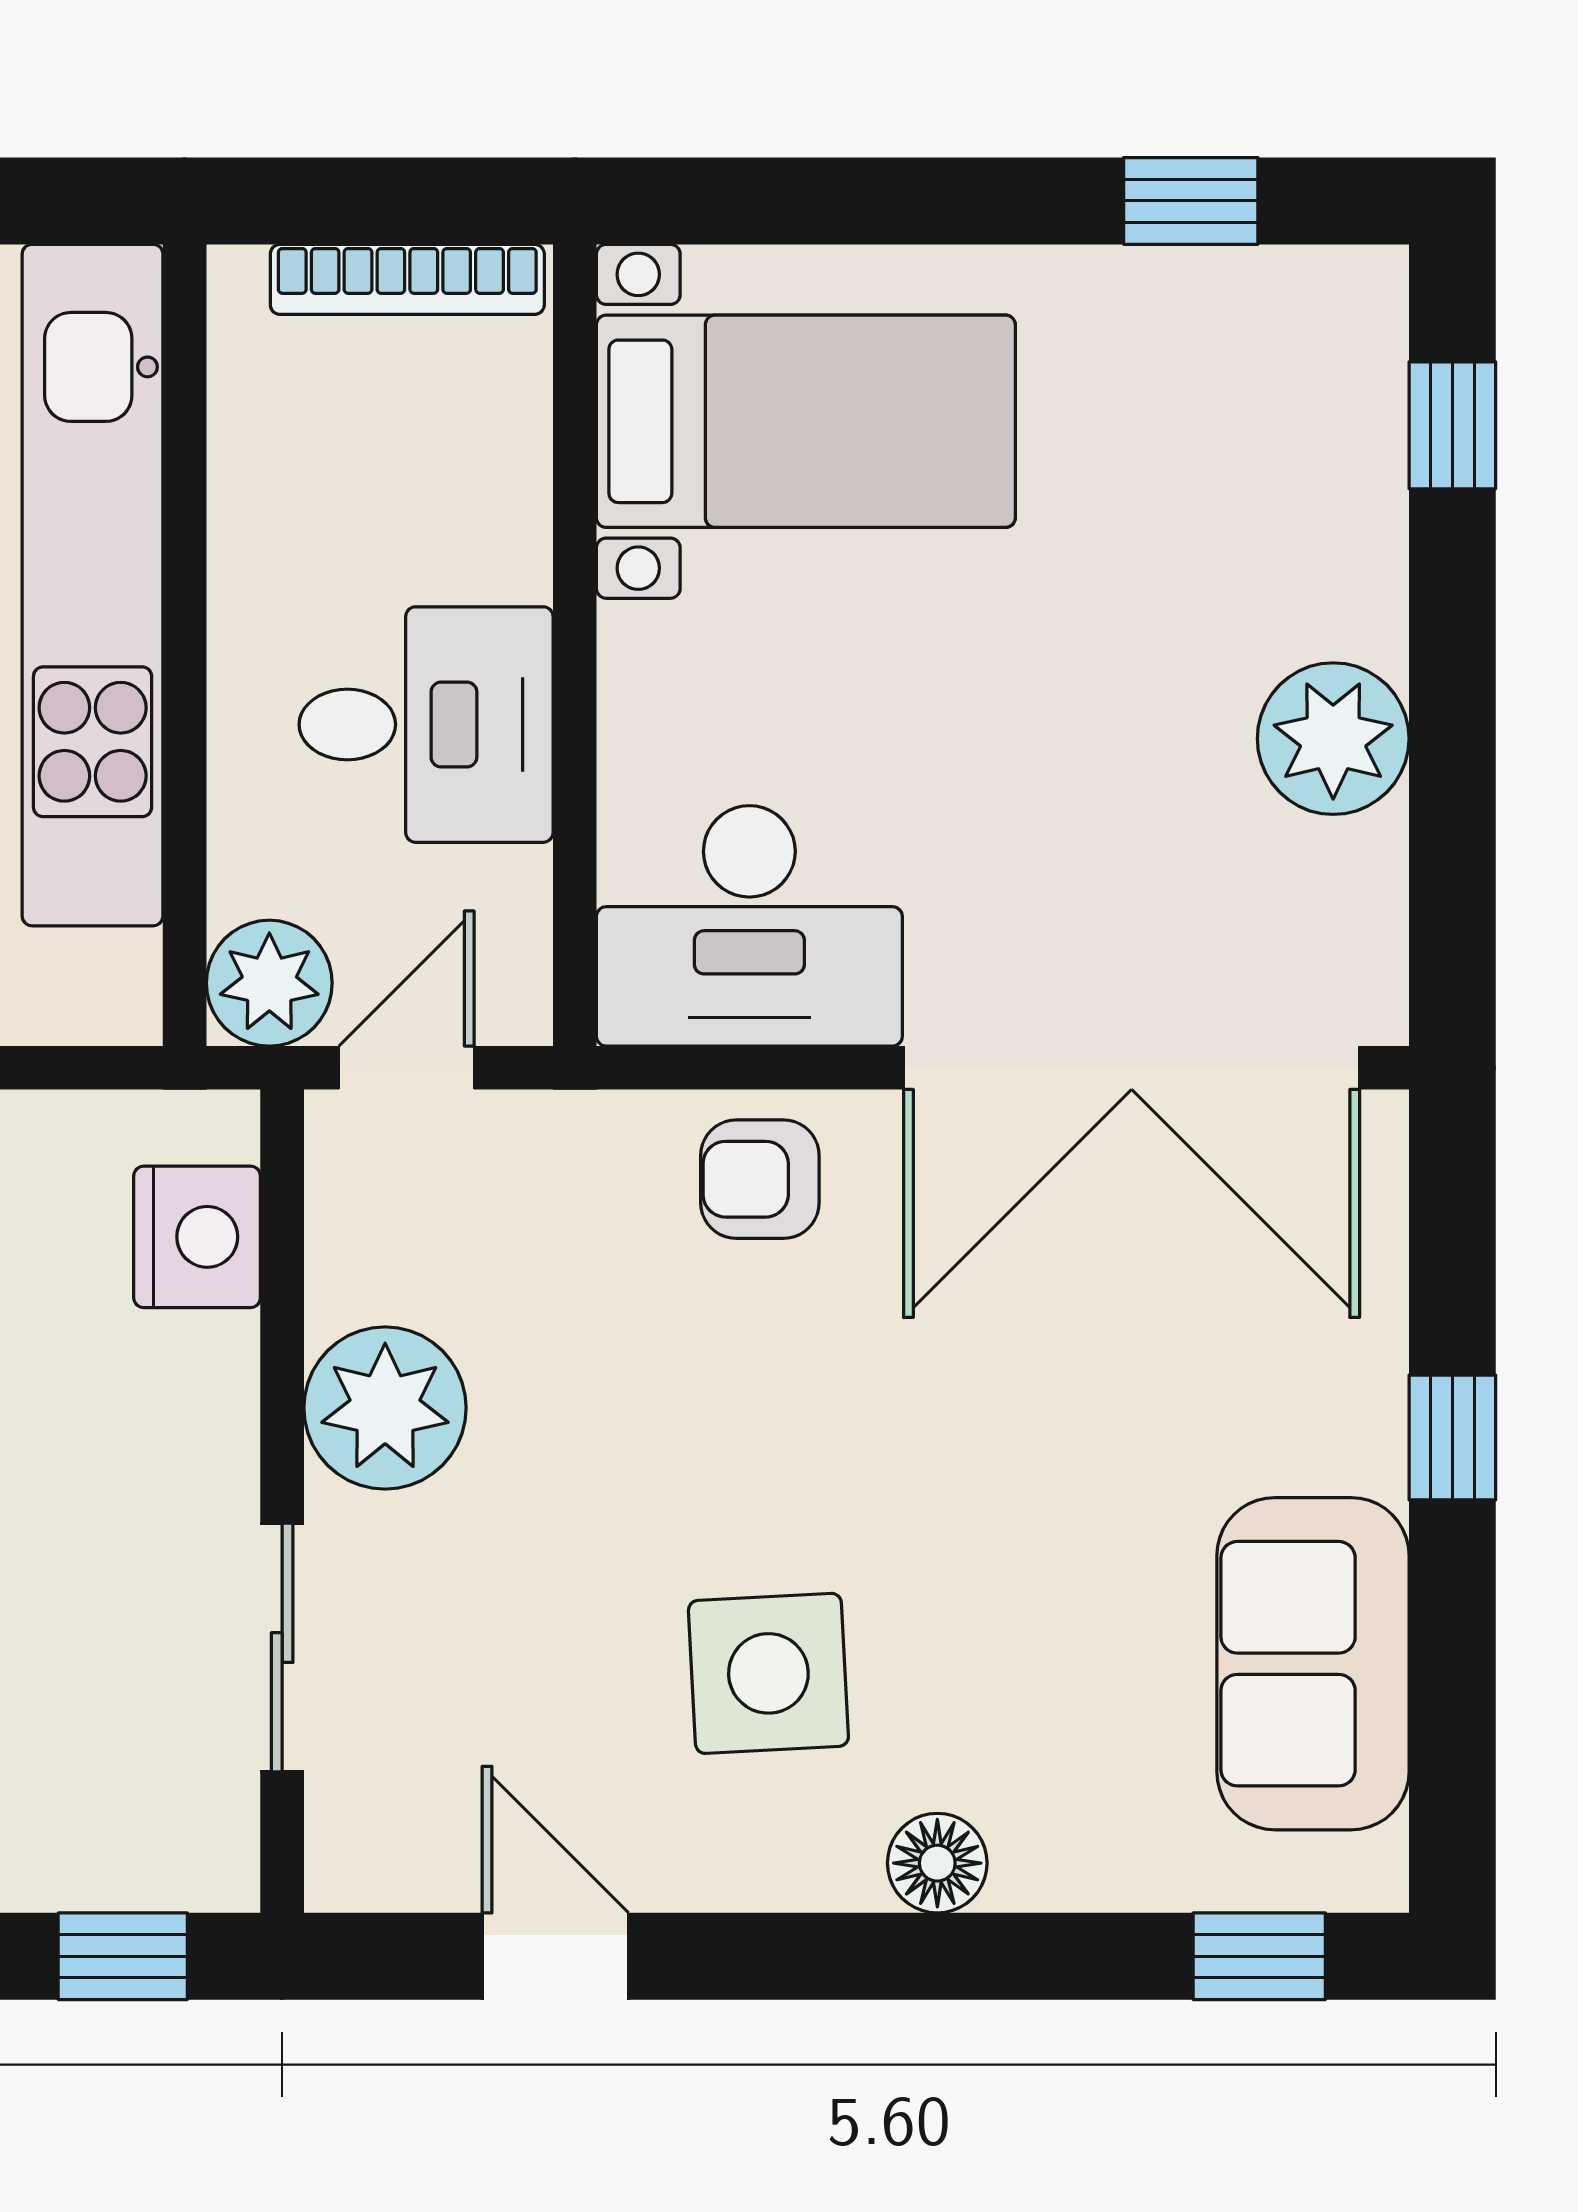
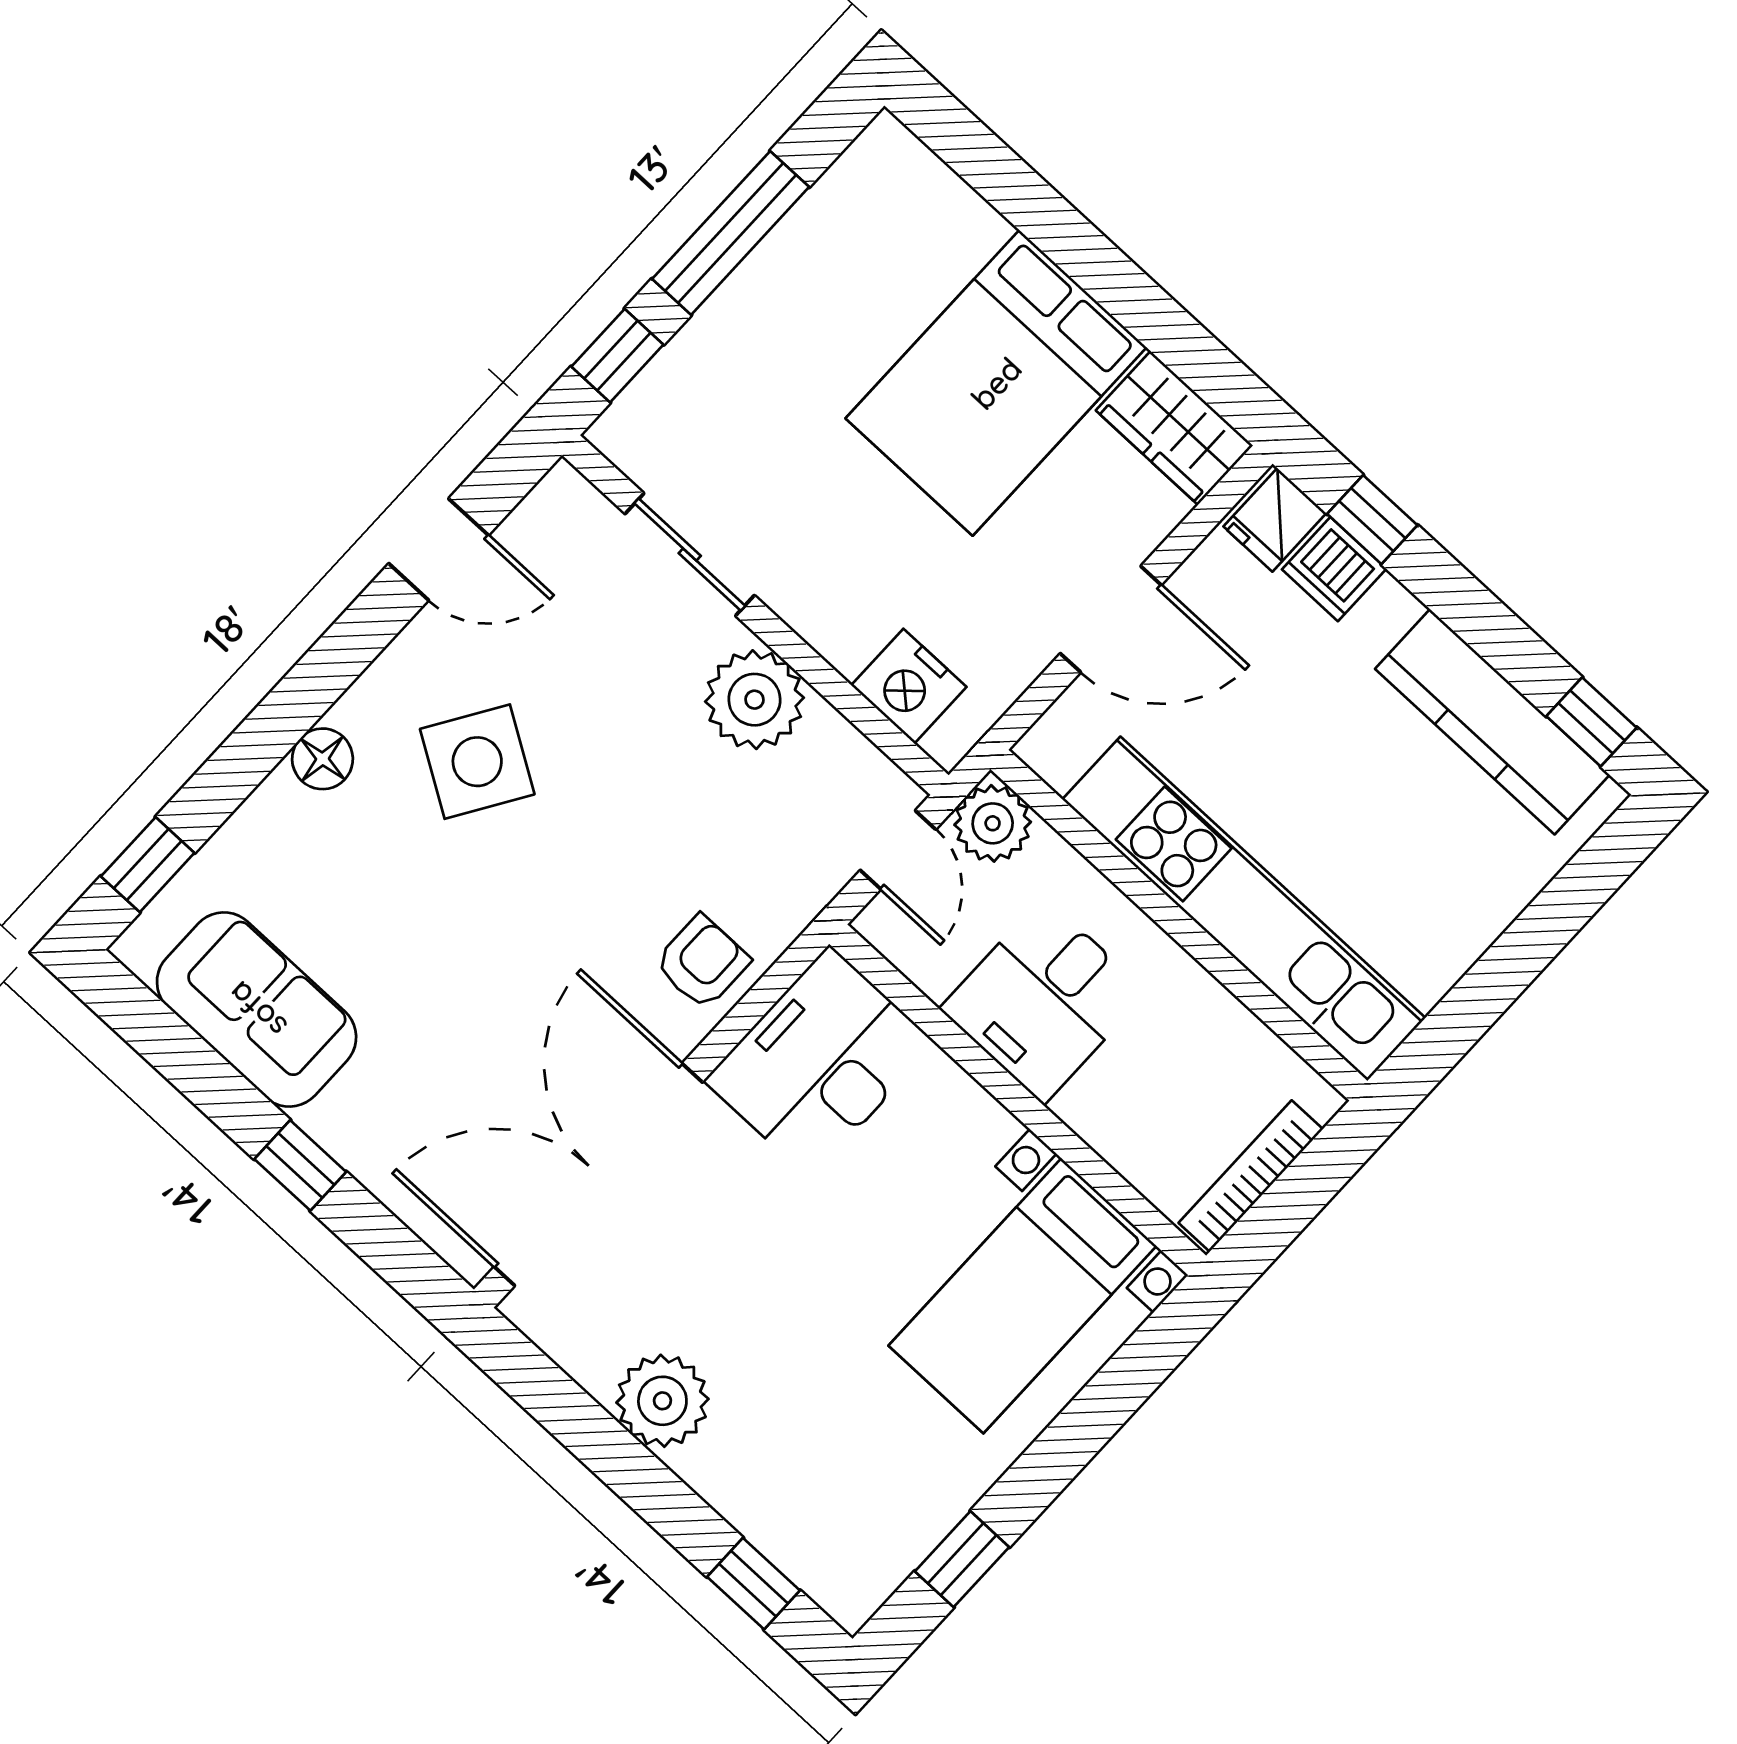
side table: (768, 1673) -> (477, 762), turned 35

